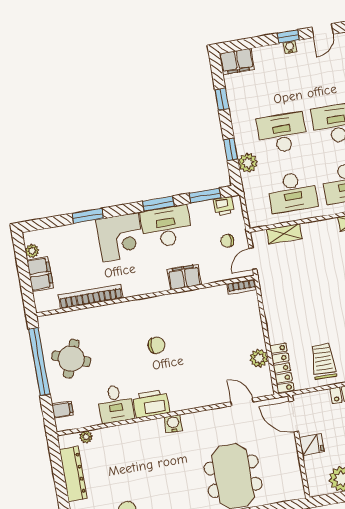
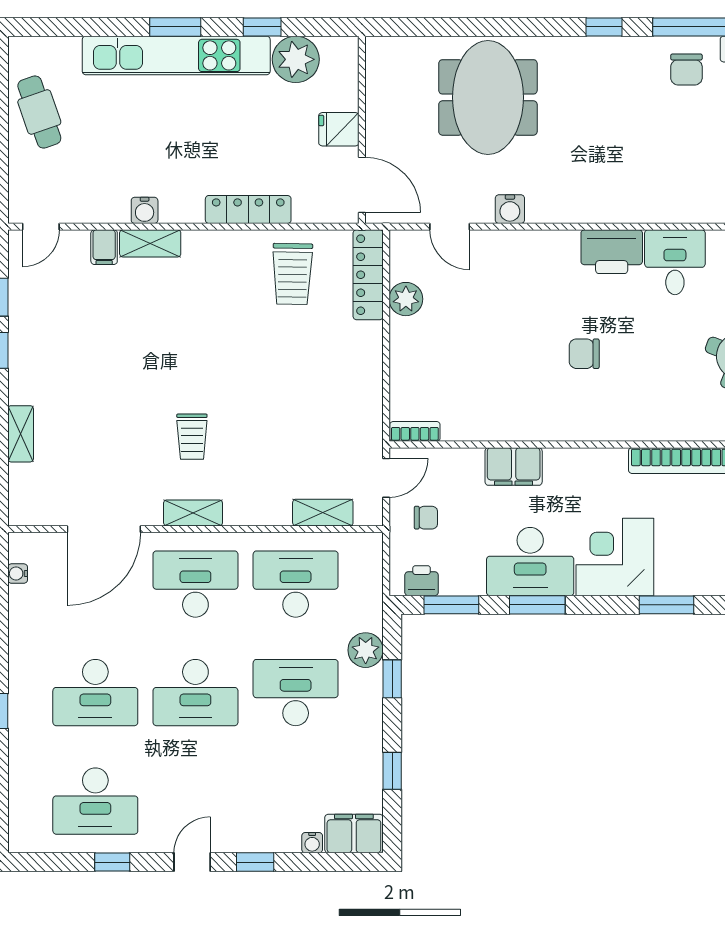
water cooler: (290, 47) -> (312, 843), moved
desk: (282, 133) -> (296, 693), turned 180
water cooler: (173, 424) -> (510, 209), moved

